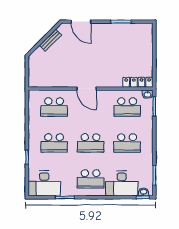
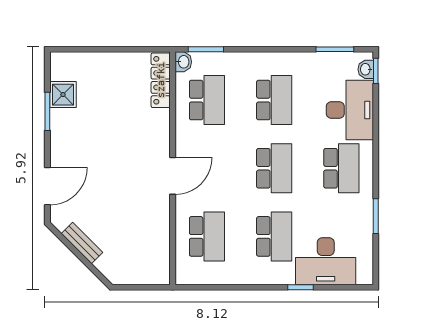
shower: (130, 30) -> (63, 95), added
desk: (44, 183) -> (326, 261), moved, turned 90

